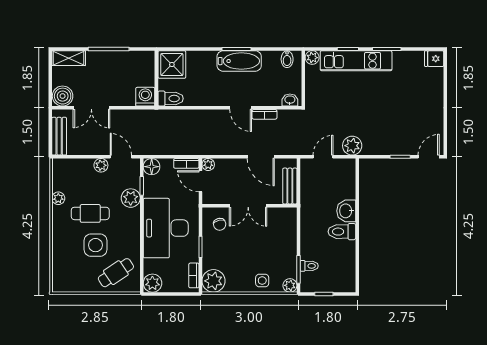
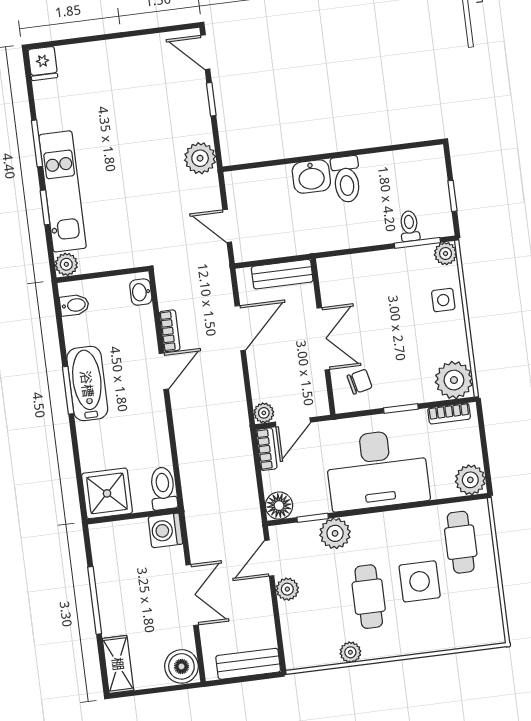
double door: (91, 108) -> (192, 595), moved
plant: (352, 146) -> (200, 158), moved
cafe table: (116, 273) -> (461, 542), turned 34

